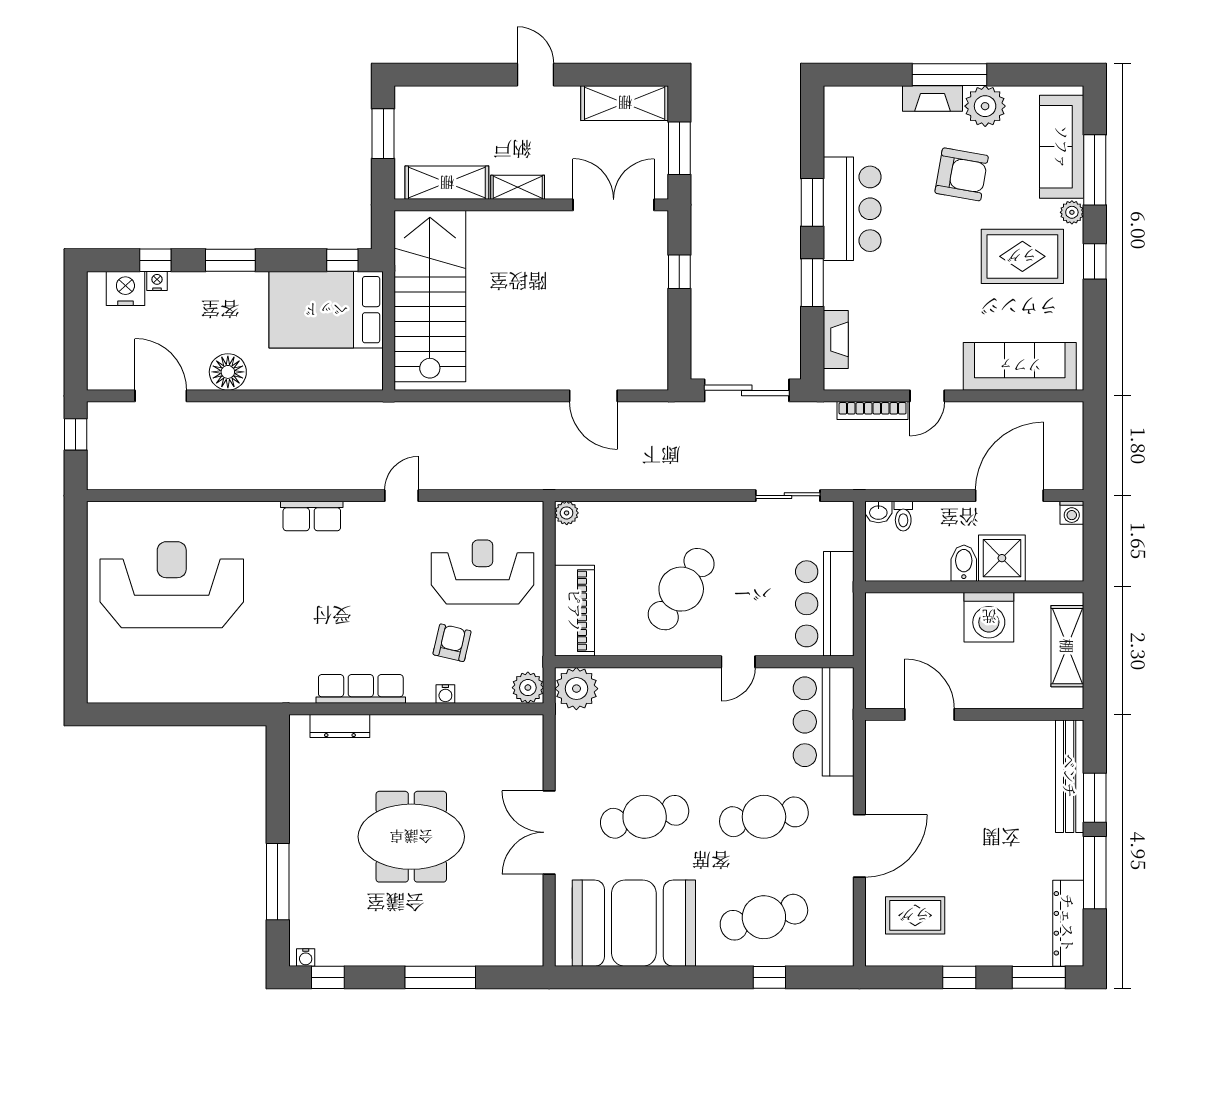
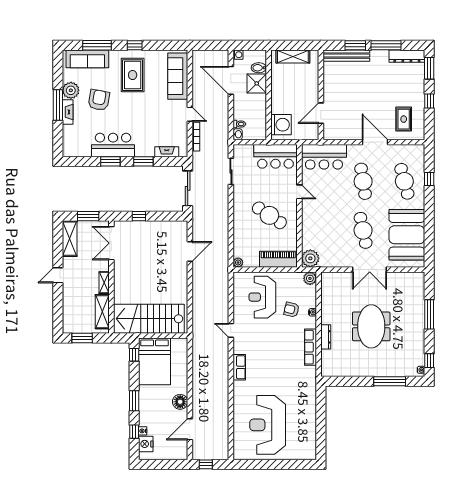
plant: (1072, 212) -> (114, 55), removed
bidet: (964, 563) -> (259, 68), moved
washing machine: (989, 617) -> (281, 125), moved
dresser: (340, 726) -> (326, 337), moved

